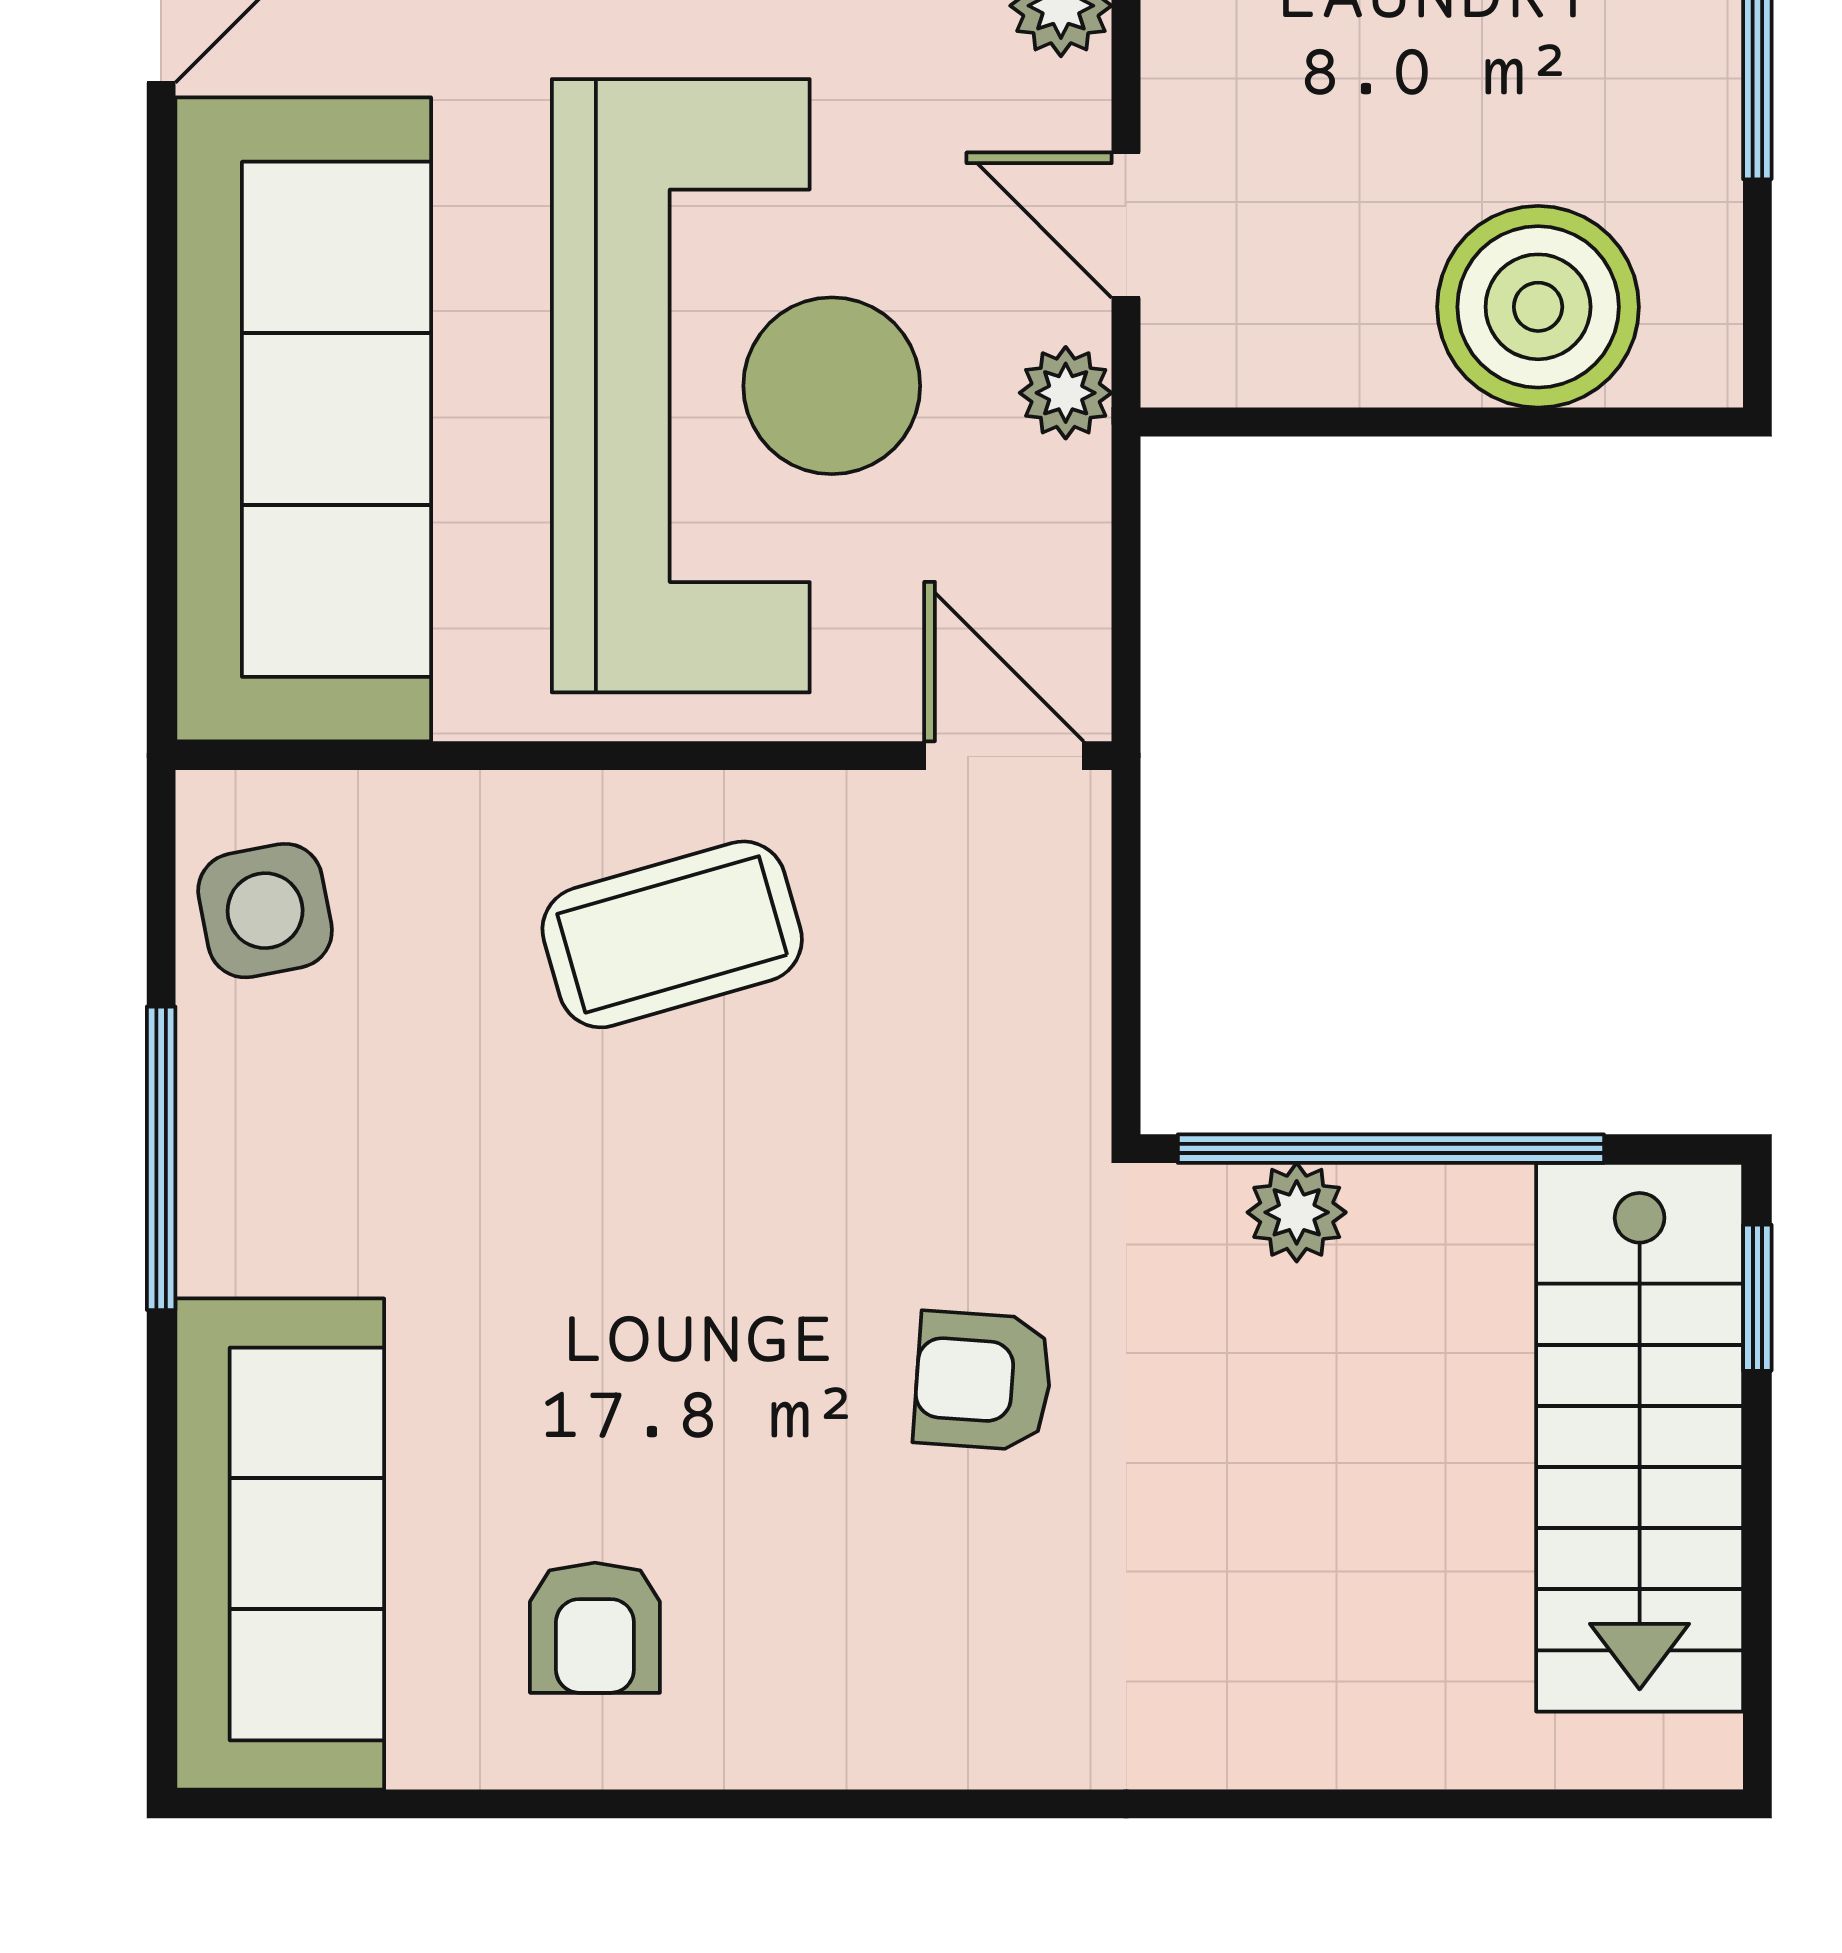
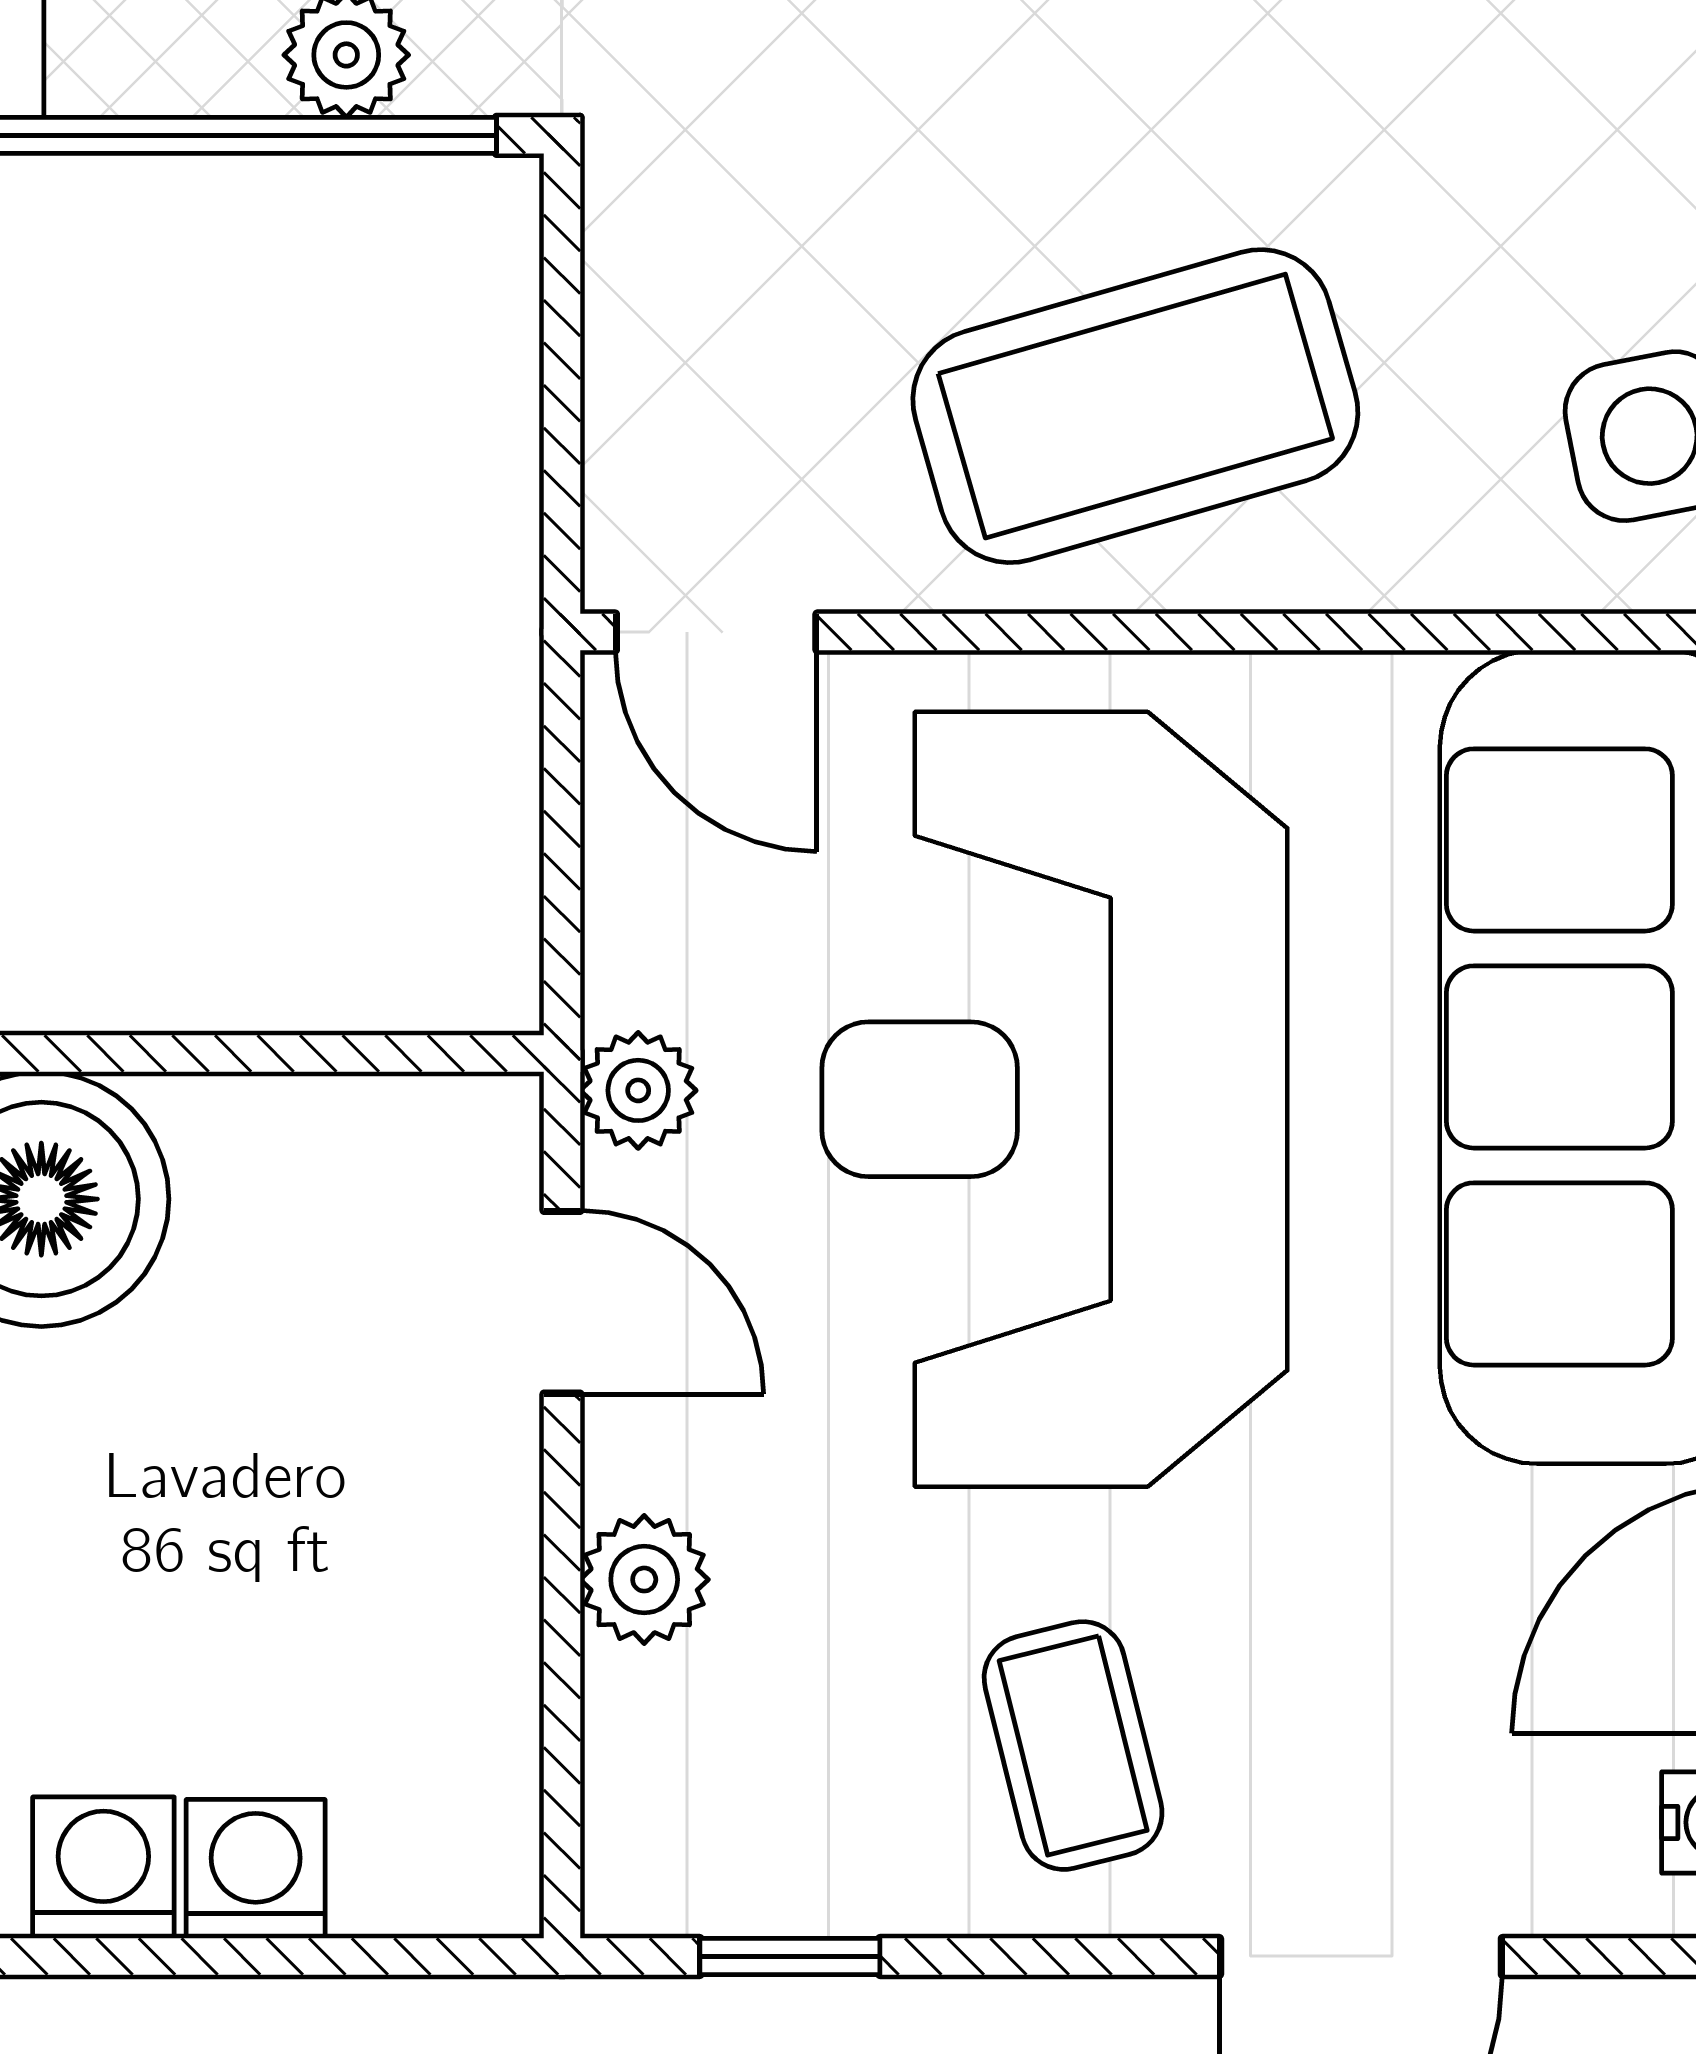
coffee table: (672, 934) -> (1135, 406), width x1.36, depth x1.32

